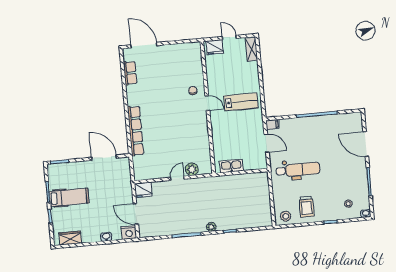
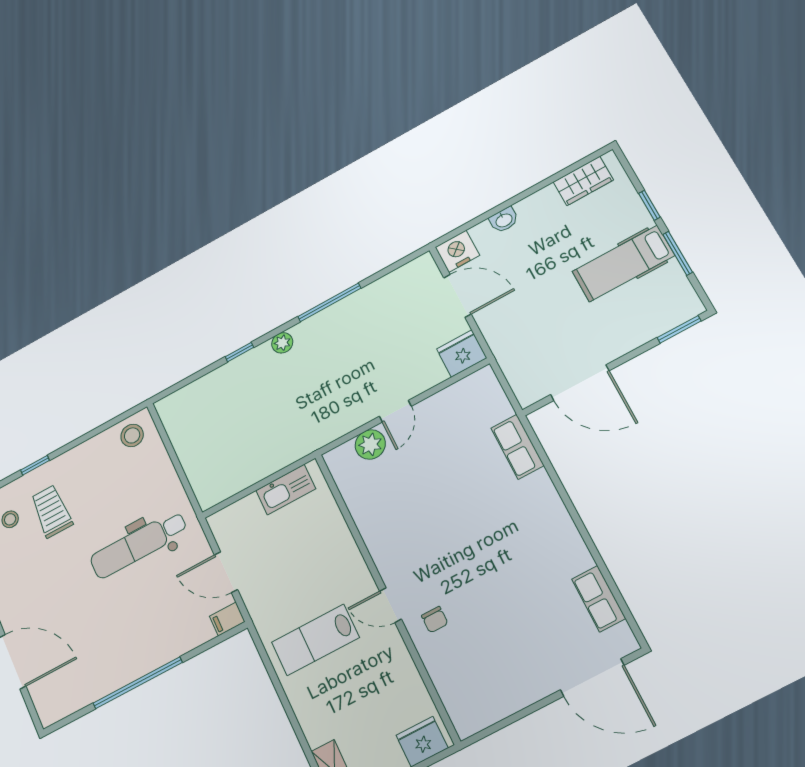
row of seats: (136, 131) -> (517, 447), width x0.50
trolley: (306, 207) -> (51, 511), moved

